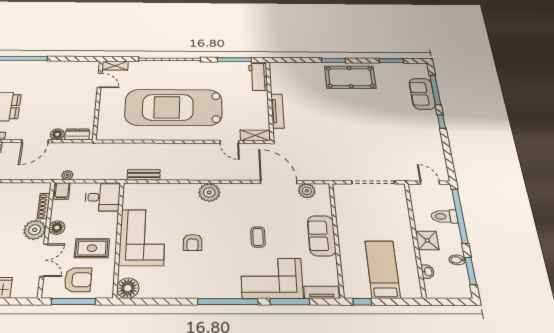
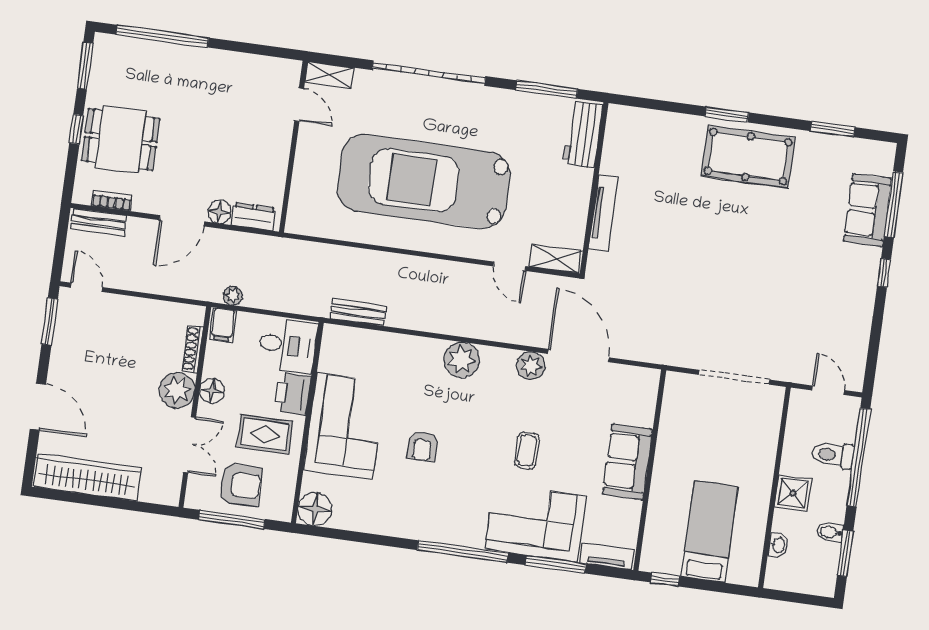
plant: (307, 191) -> (531, 366), moved
printer: (108, 223) -> (293, 394), added

